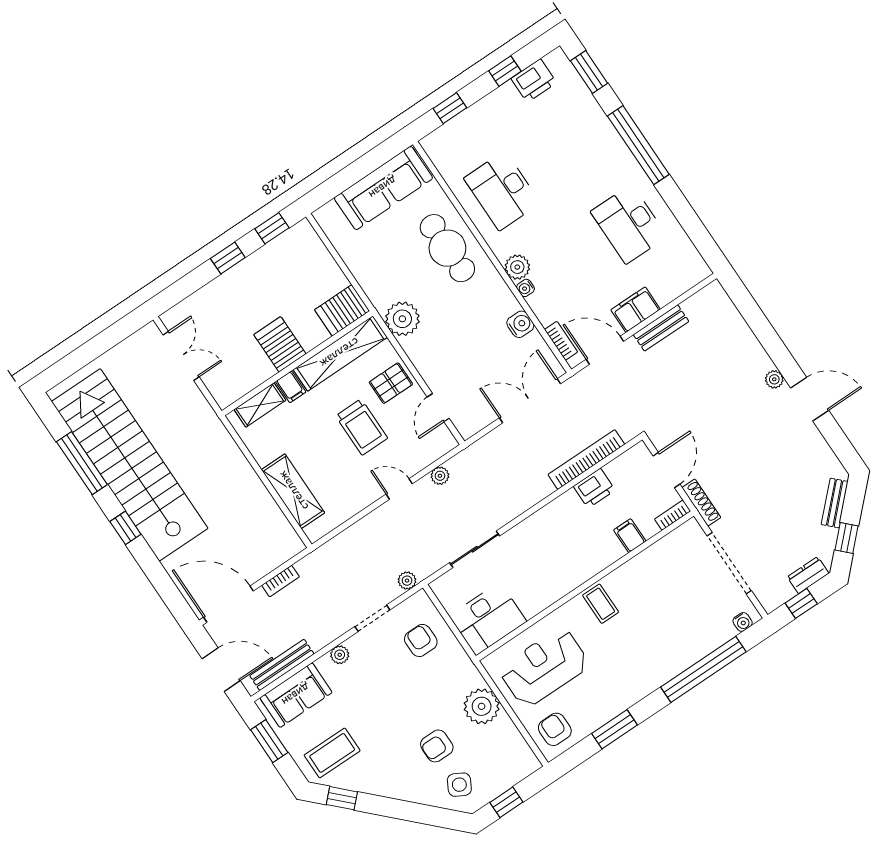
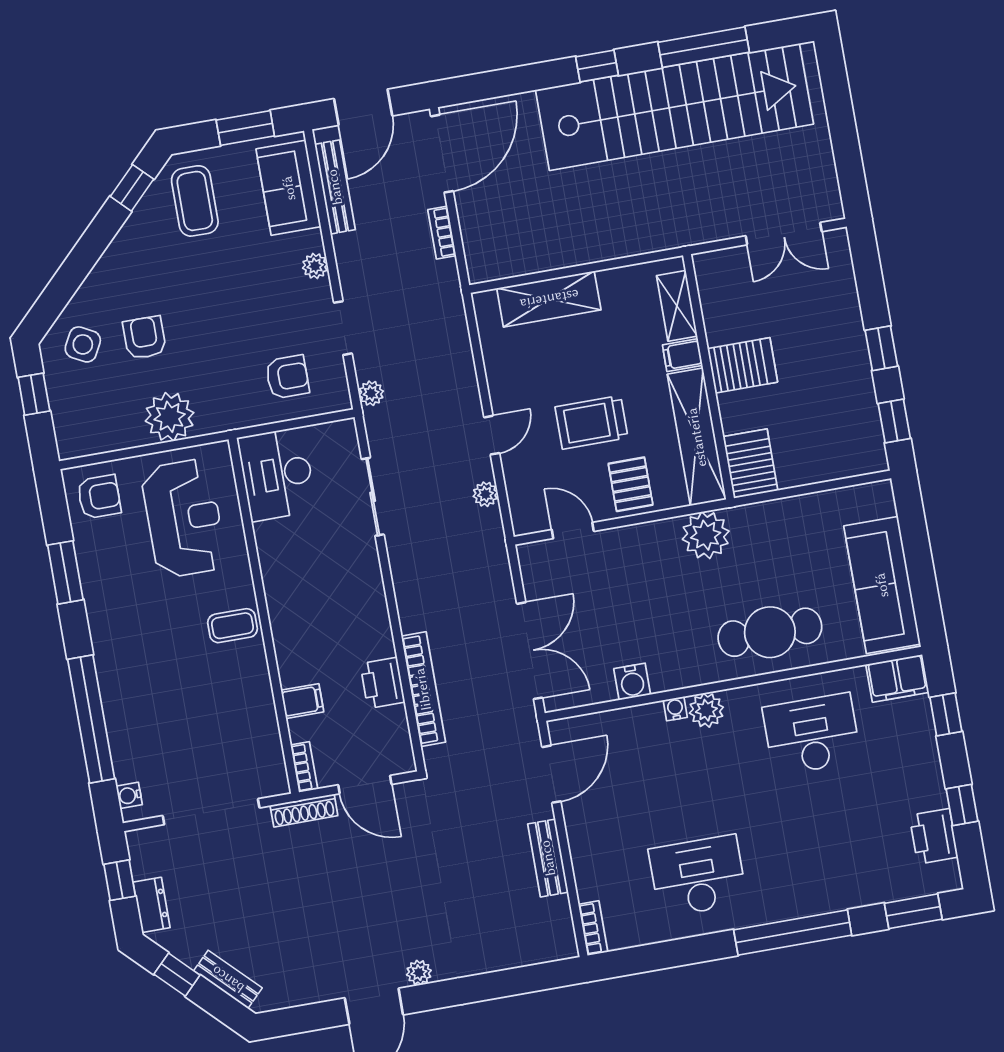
filing cabinet: (636, 310) -> (897, 678), moved, turned 90
bookcase: (561, 341) -> (593, 928), moved, turned -90

